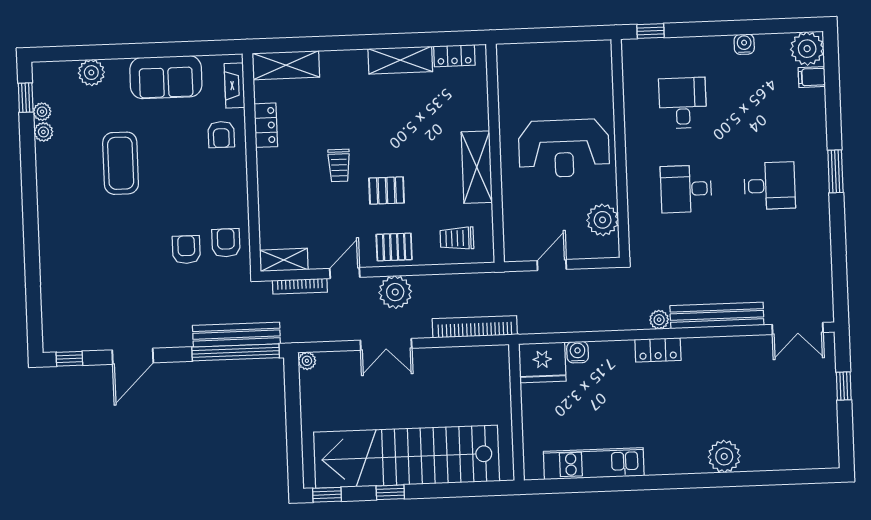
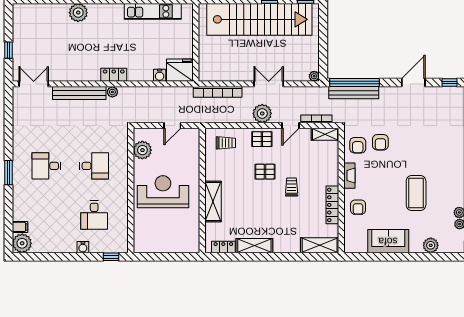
water cooler: (744, 44) -> (83, 247), moved
fireplace: (235, 85) -> (349, 176), moved
locker: (266, 125) -> (332, 205), width x1.53
armchair: (221, 134) -> (358, 207), turned 180
shelving: (477, 167) -> (213, 202), moved

